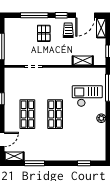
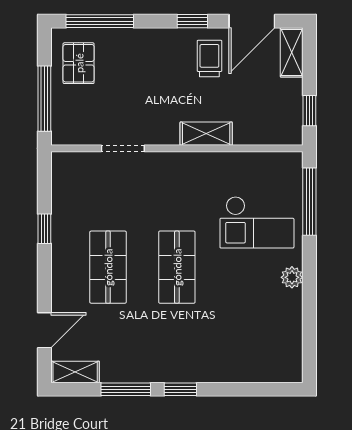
window: (34, 15) -> (100, 21), moved
pallet: (44, 33) -> (79, 63), moved
shelving: (83, 60) -> (206, 134), moved
checkout: (87, 96) -> (257, 222), turned 180
window: (84, 163) -> (180, 389), moved

